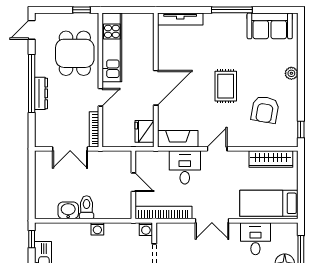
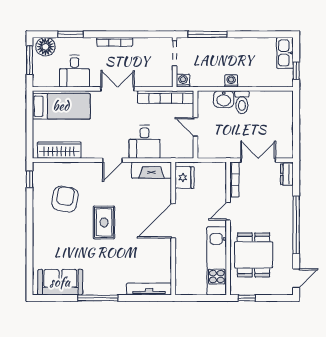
plant: (291, 73) -> (39, 235), removed
dresser: (41, 93) -> (287, 174), moved, width x0.70
washbasin: (68, 210) -> (224, 99), moved

